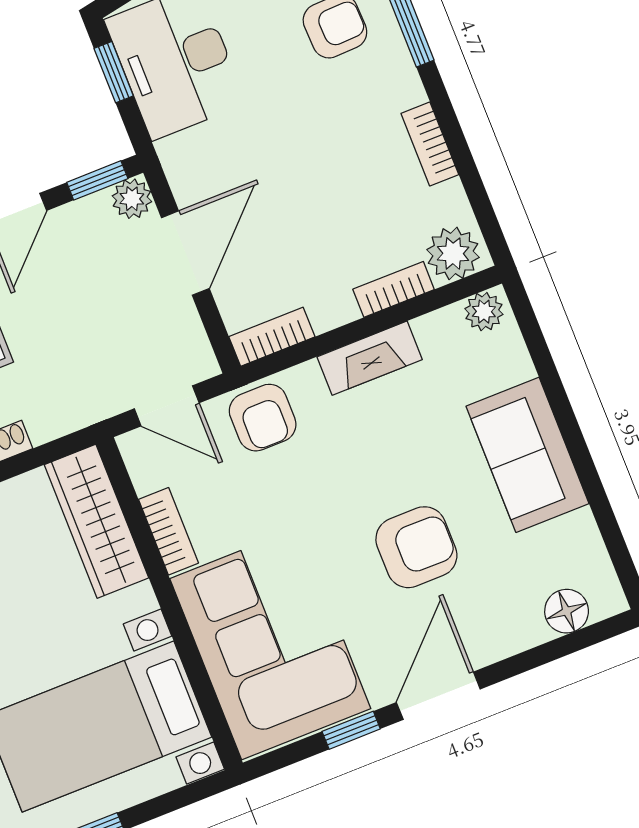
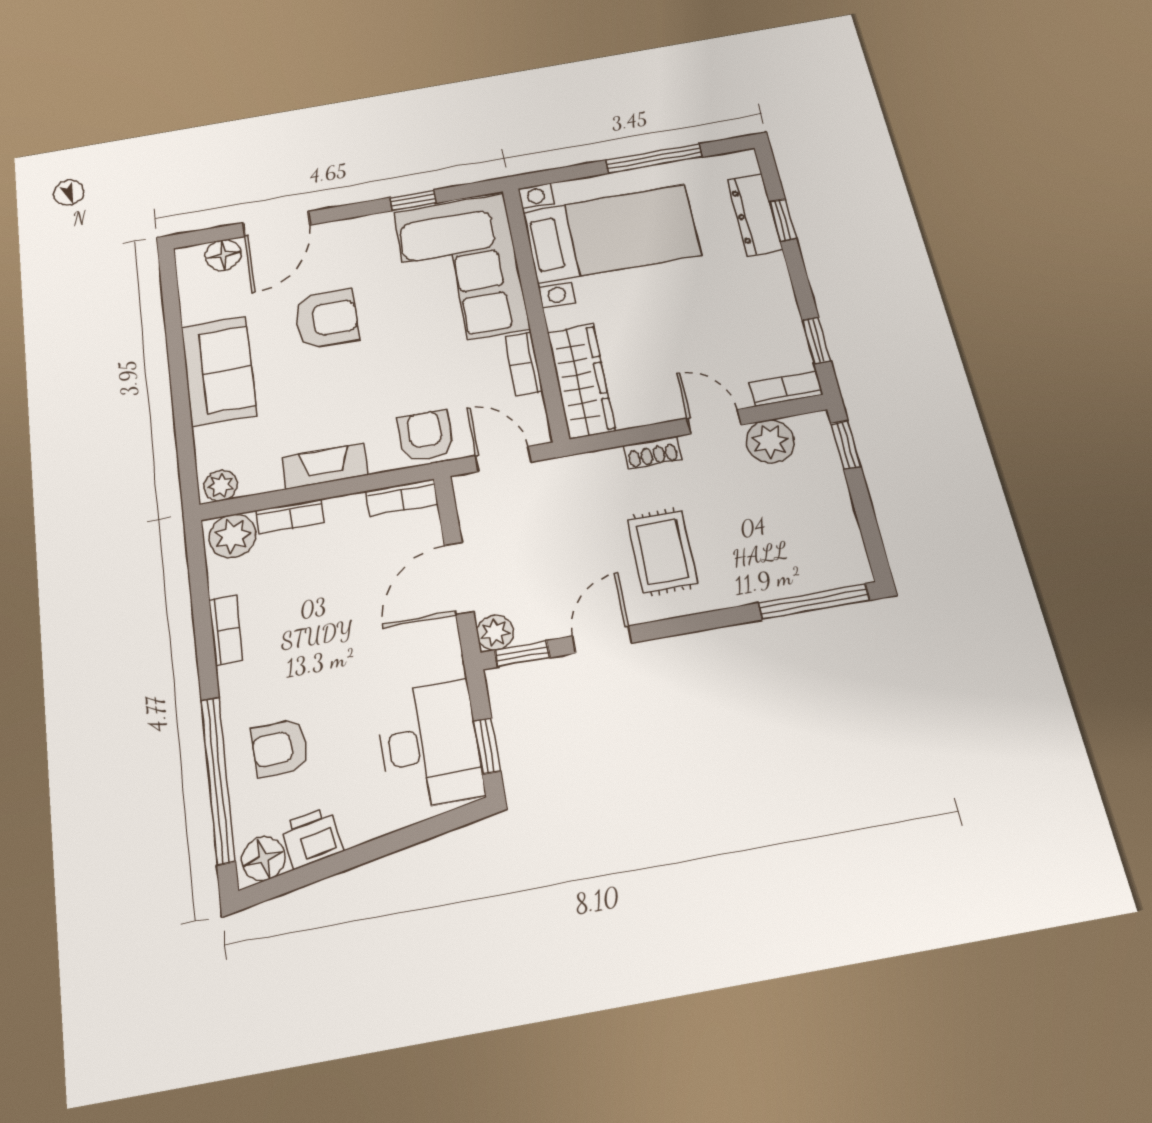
armchair: (416, 547) -> (327, 319), turned 180
door: (438, 696) -> (277, 224), moved

